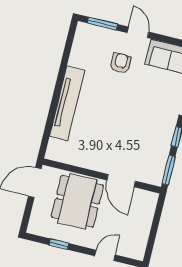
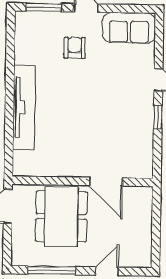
window: (169, 170) -> (157, 157), removed
window: (59, 244) -> (52, 270), width x2.17

